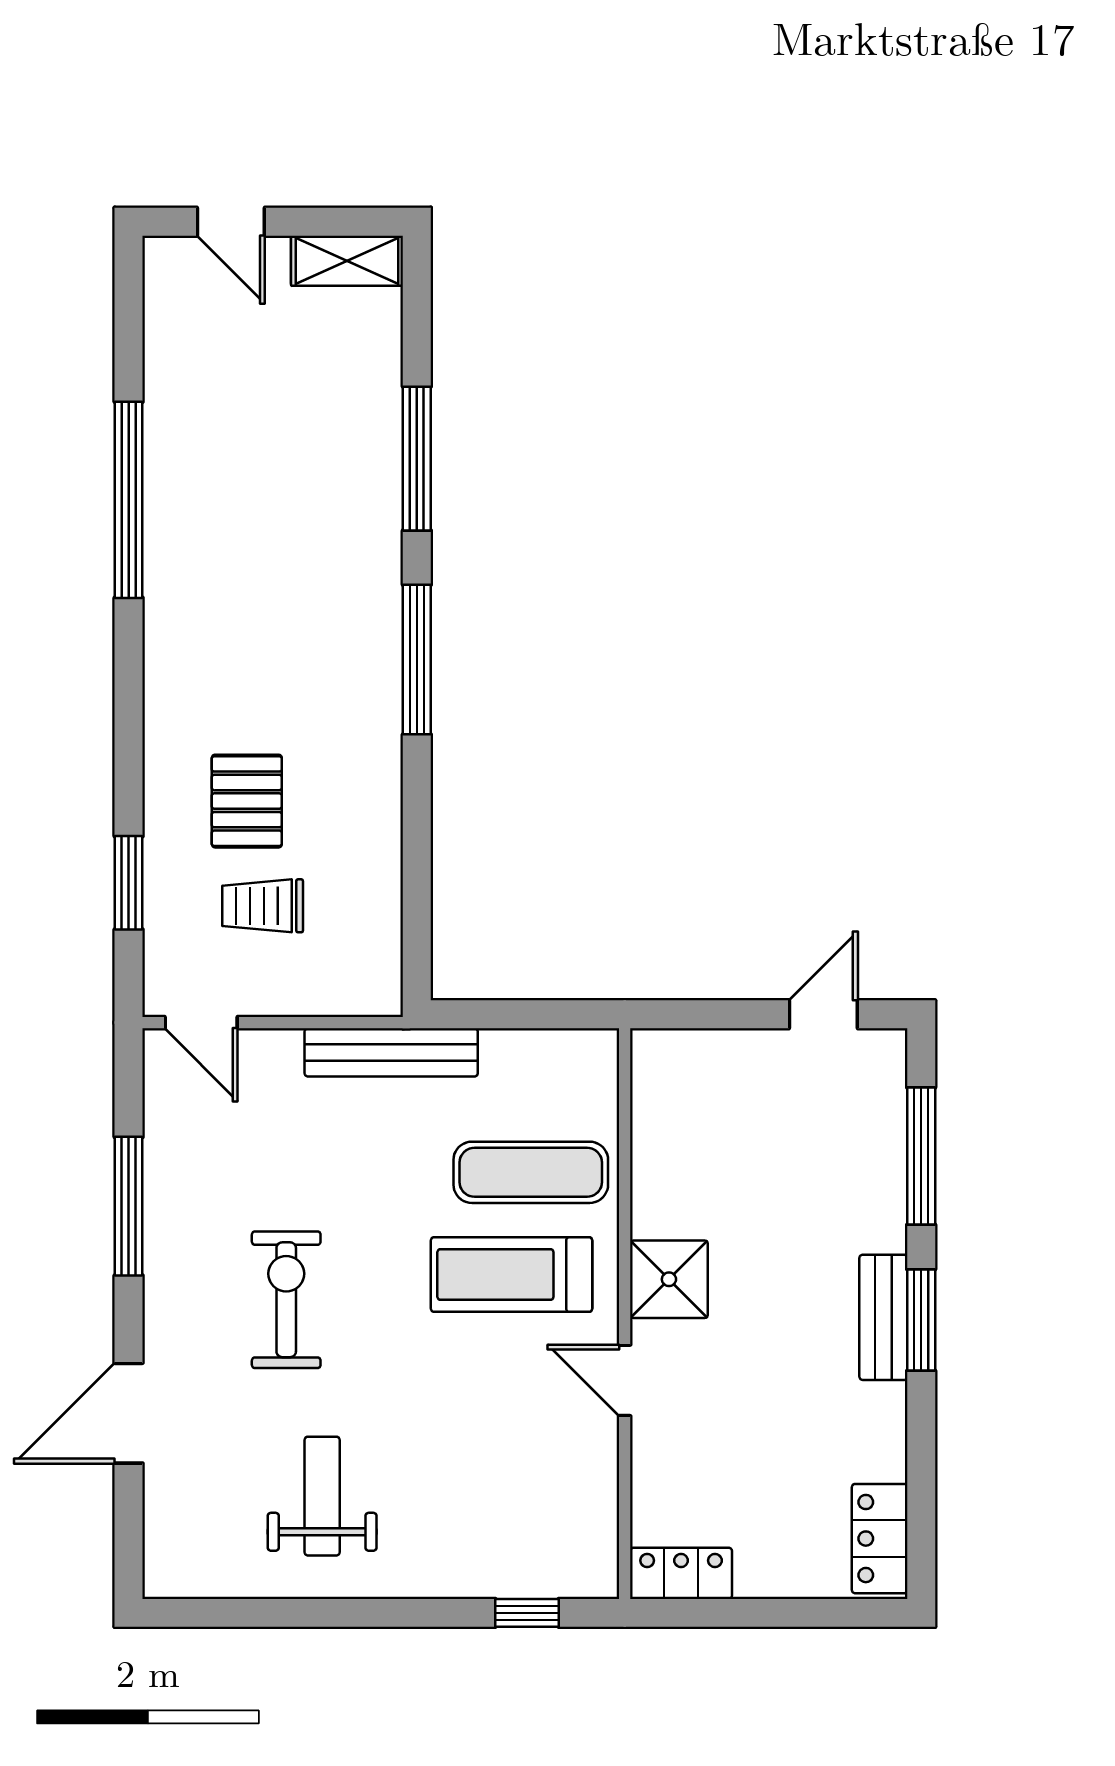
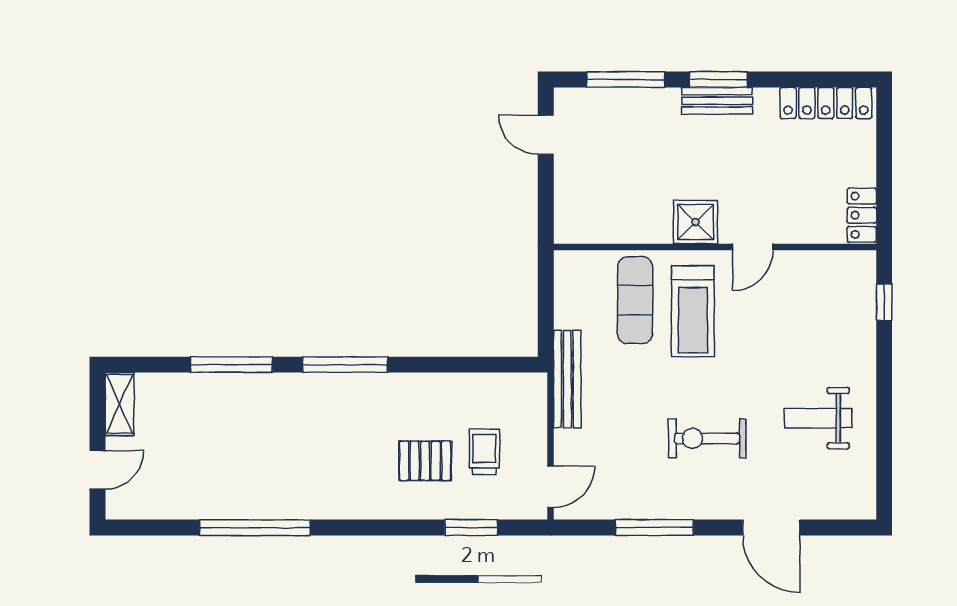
trolley: (263, 906) -> (484, 452), turned 180
locker: (880, 1539) -> (826, 103), width x1.53

